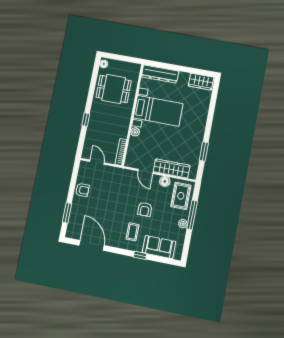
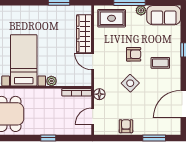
door: (145, 171) -> (93, 61), swing flipped
floor lamp: (165, 181) -> (99, 94), moved
side table: (120, 201) -> (130, 83), added
sofa: (159, 247) -> (164, 15), moved, turned -90

